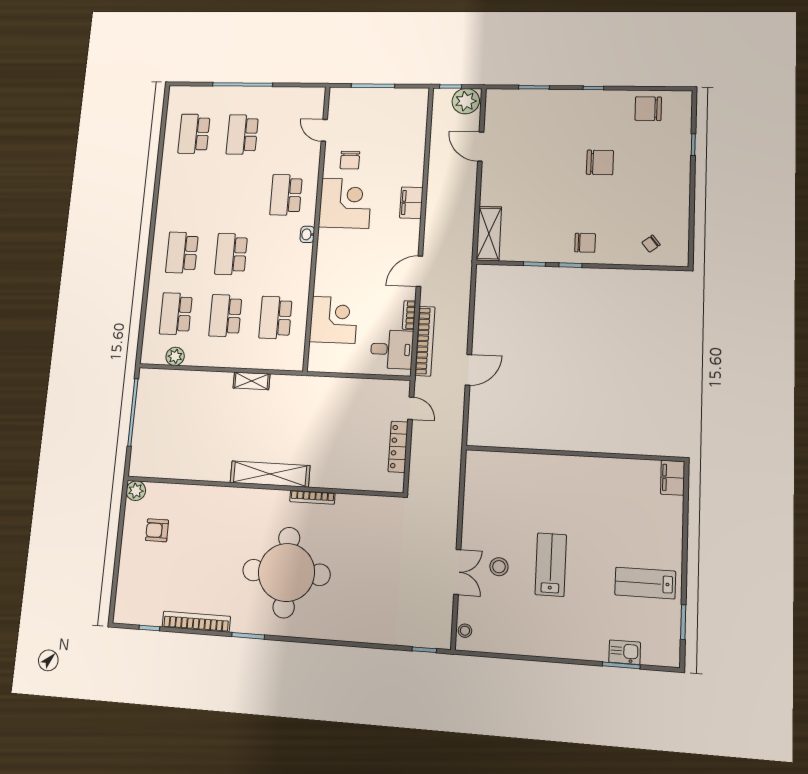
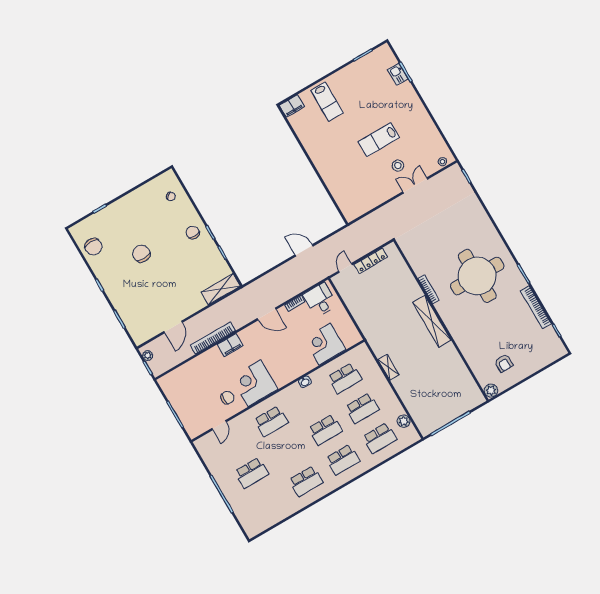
plant: (466, 101) -> (148, 355), width x0.53, depth x0.53
school desk: (194, 134) -> (306, 481), moved
washbasin: (307, 234) -> (305, 382), moved
bookcase: (425, 341) -> (213, 338), moved
lab bench: (645, 583) -> (327, 102), moved

